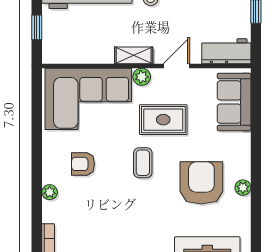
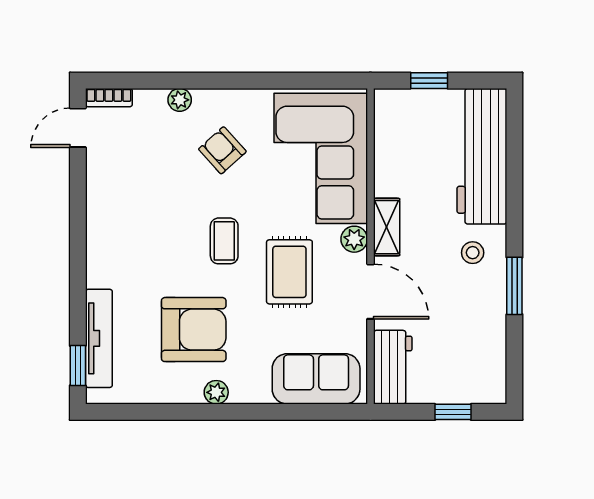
door: (176, 66) -> (370, 292), width x1.38
coffee table: (143, 163) -> (224, 241), turned 90
armchair: (83, 164) -> (222, 150), turned -42
plant: (243, 188) -> (216, 392), moved

